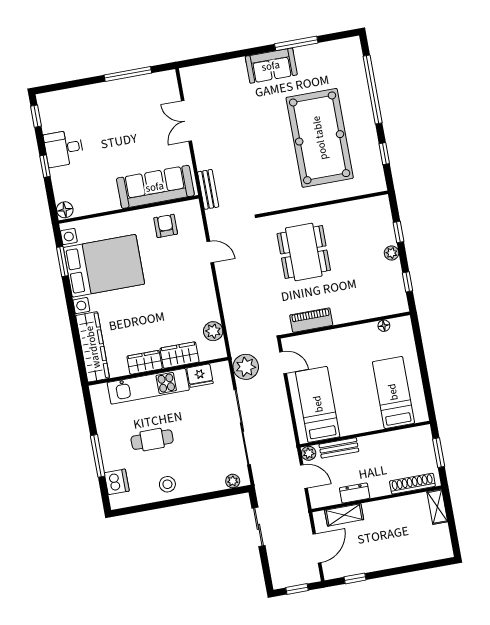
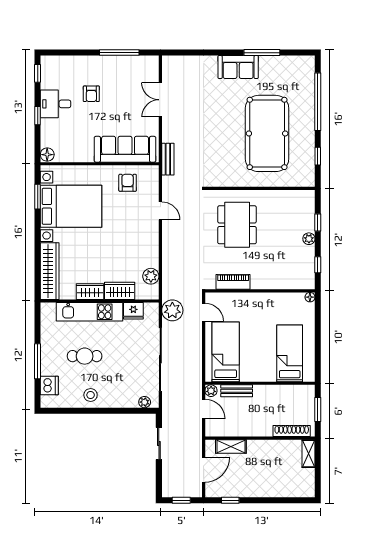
armchair: (104, 129) -> (91, 94), added
floor lamp: (384, 326) -> (310, 297), moved
dresser: (355, 493) -> (243, 430), removed

